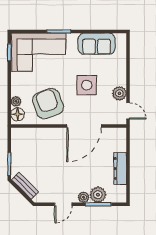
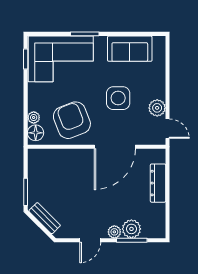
dresser: (120, 168) -> (158, 183), moved

